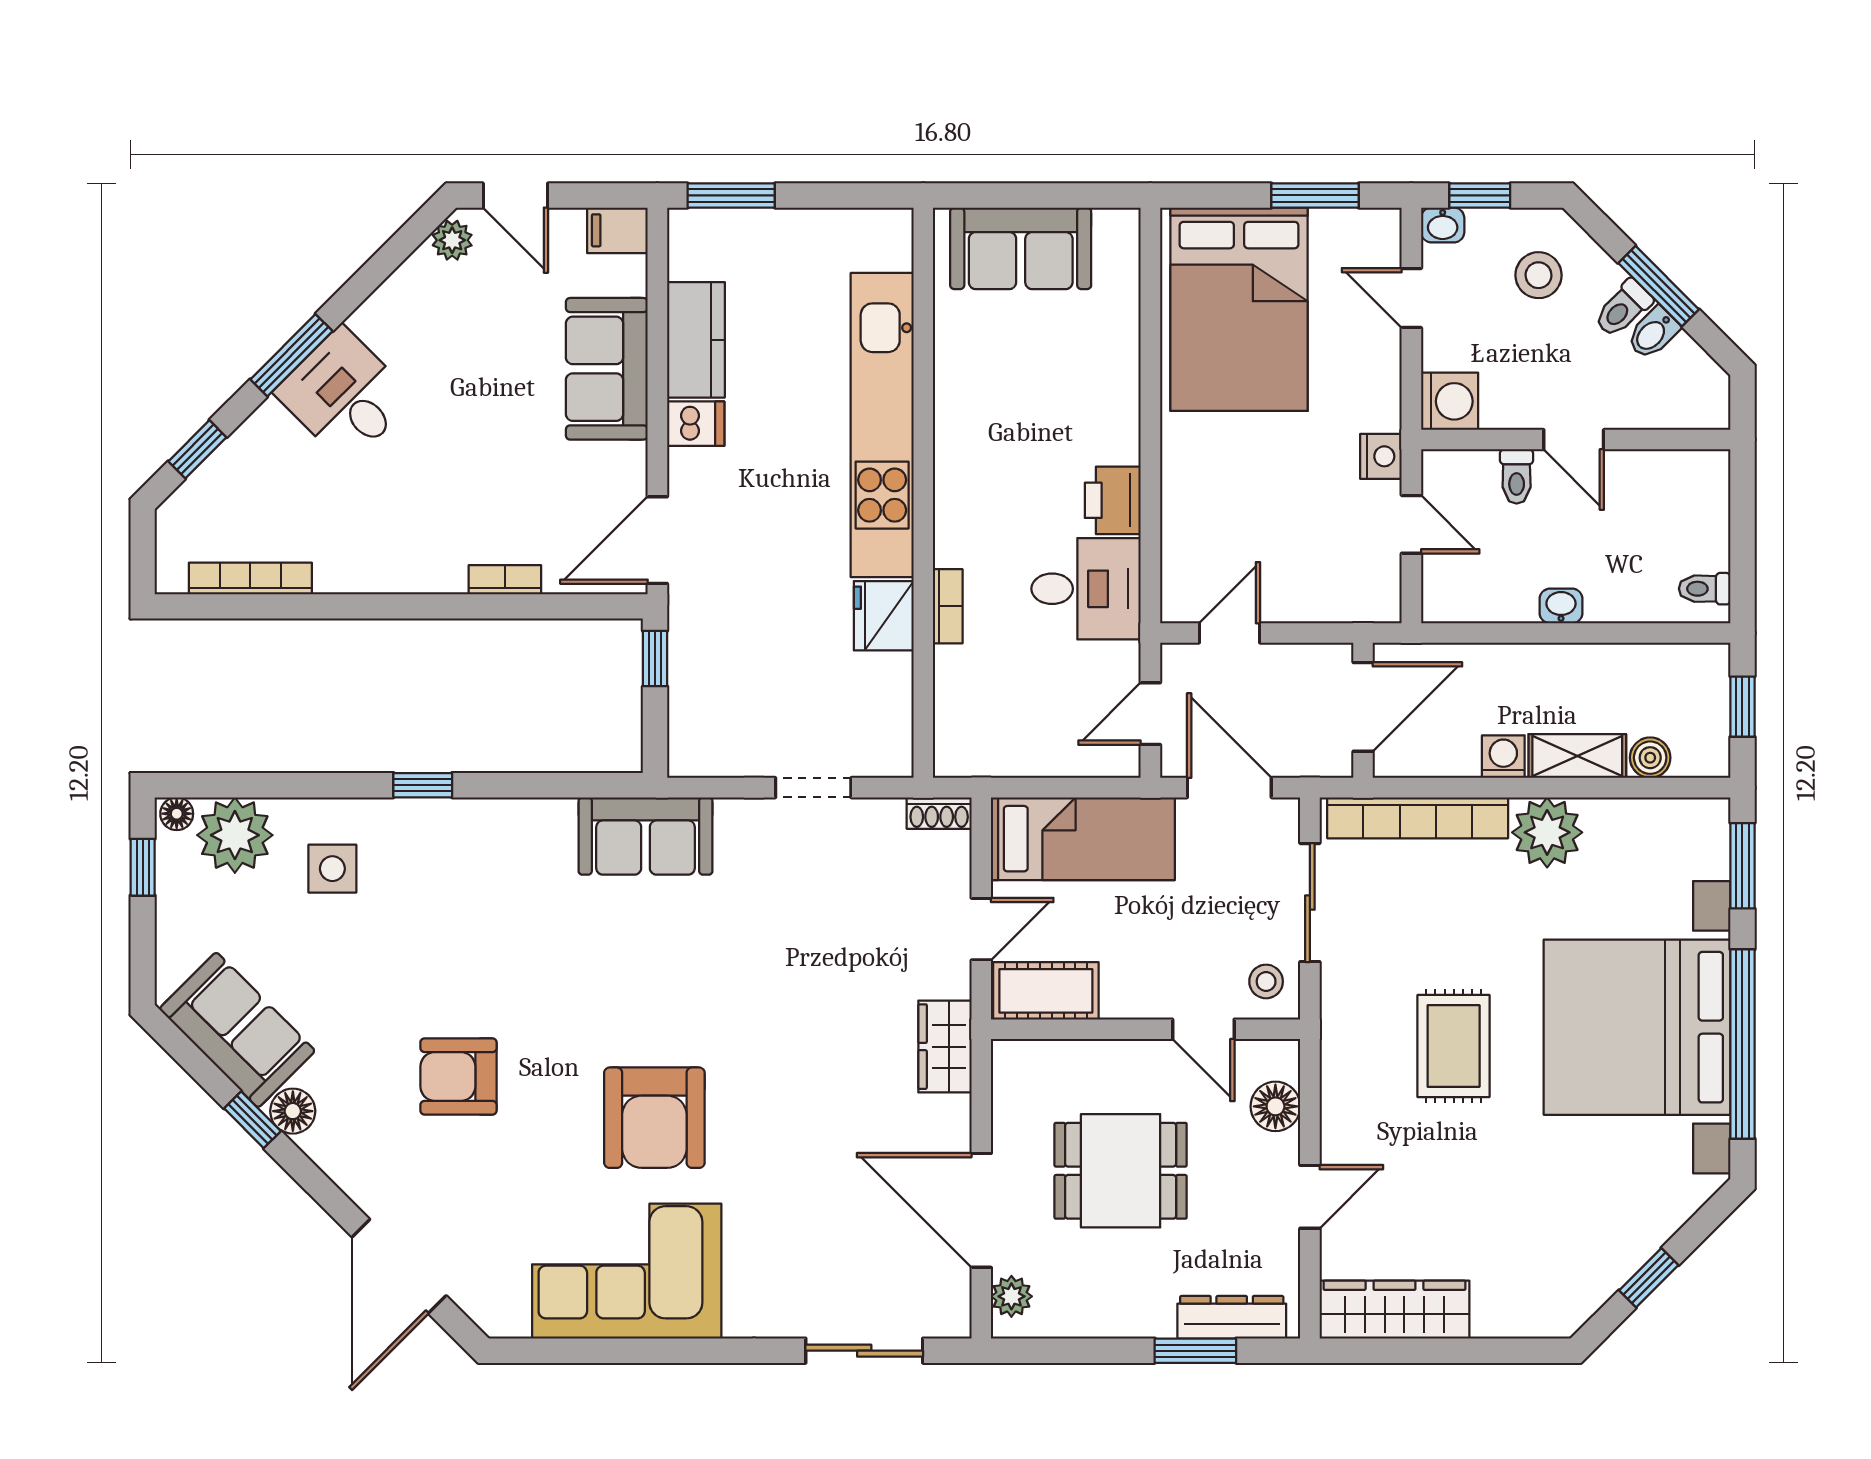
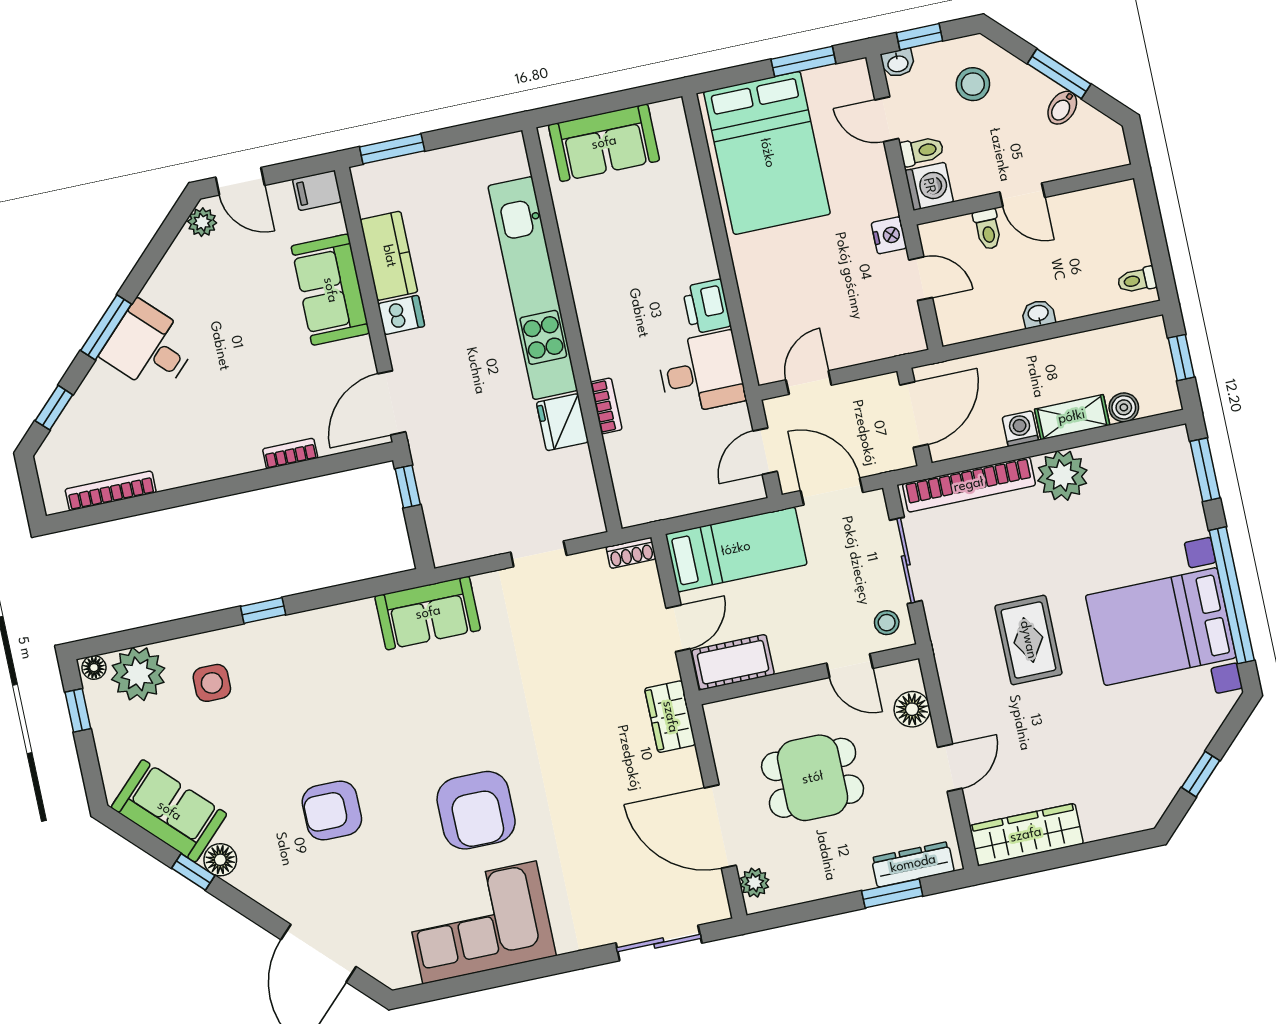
toilet: (1623, 308) -> (922, 151), moved, turned -135
bed with nightstands: (1637, 1027) -> (1161, 627), width x0.73

